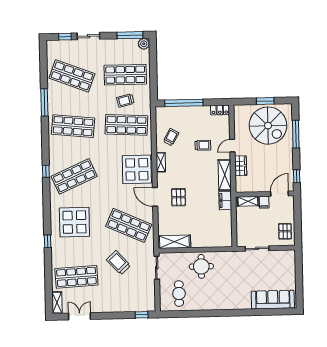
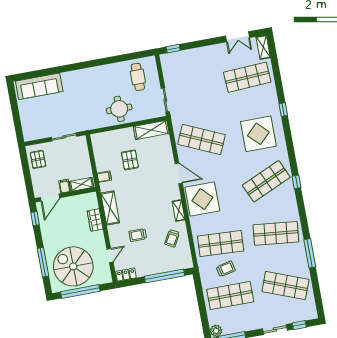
window: (265, 101) -> (80, 291), width x2.11
door: (232, 146) -> (110, 255), moved
pallet: (179, 197) -> (130, 160), moved
filing cabinet: (225, 200) -> (104, 177), width x0.50
trolley: (118, 263) -> (206, 99), removed

